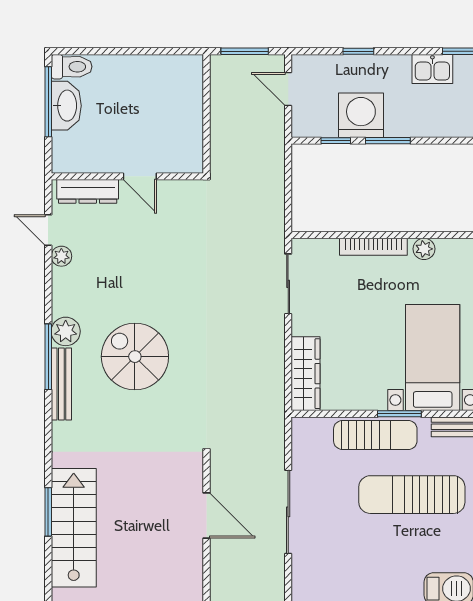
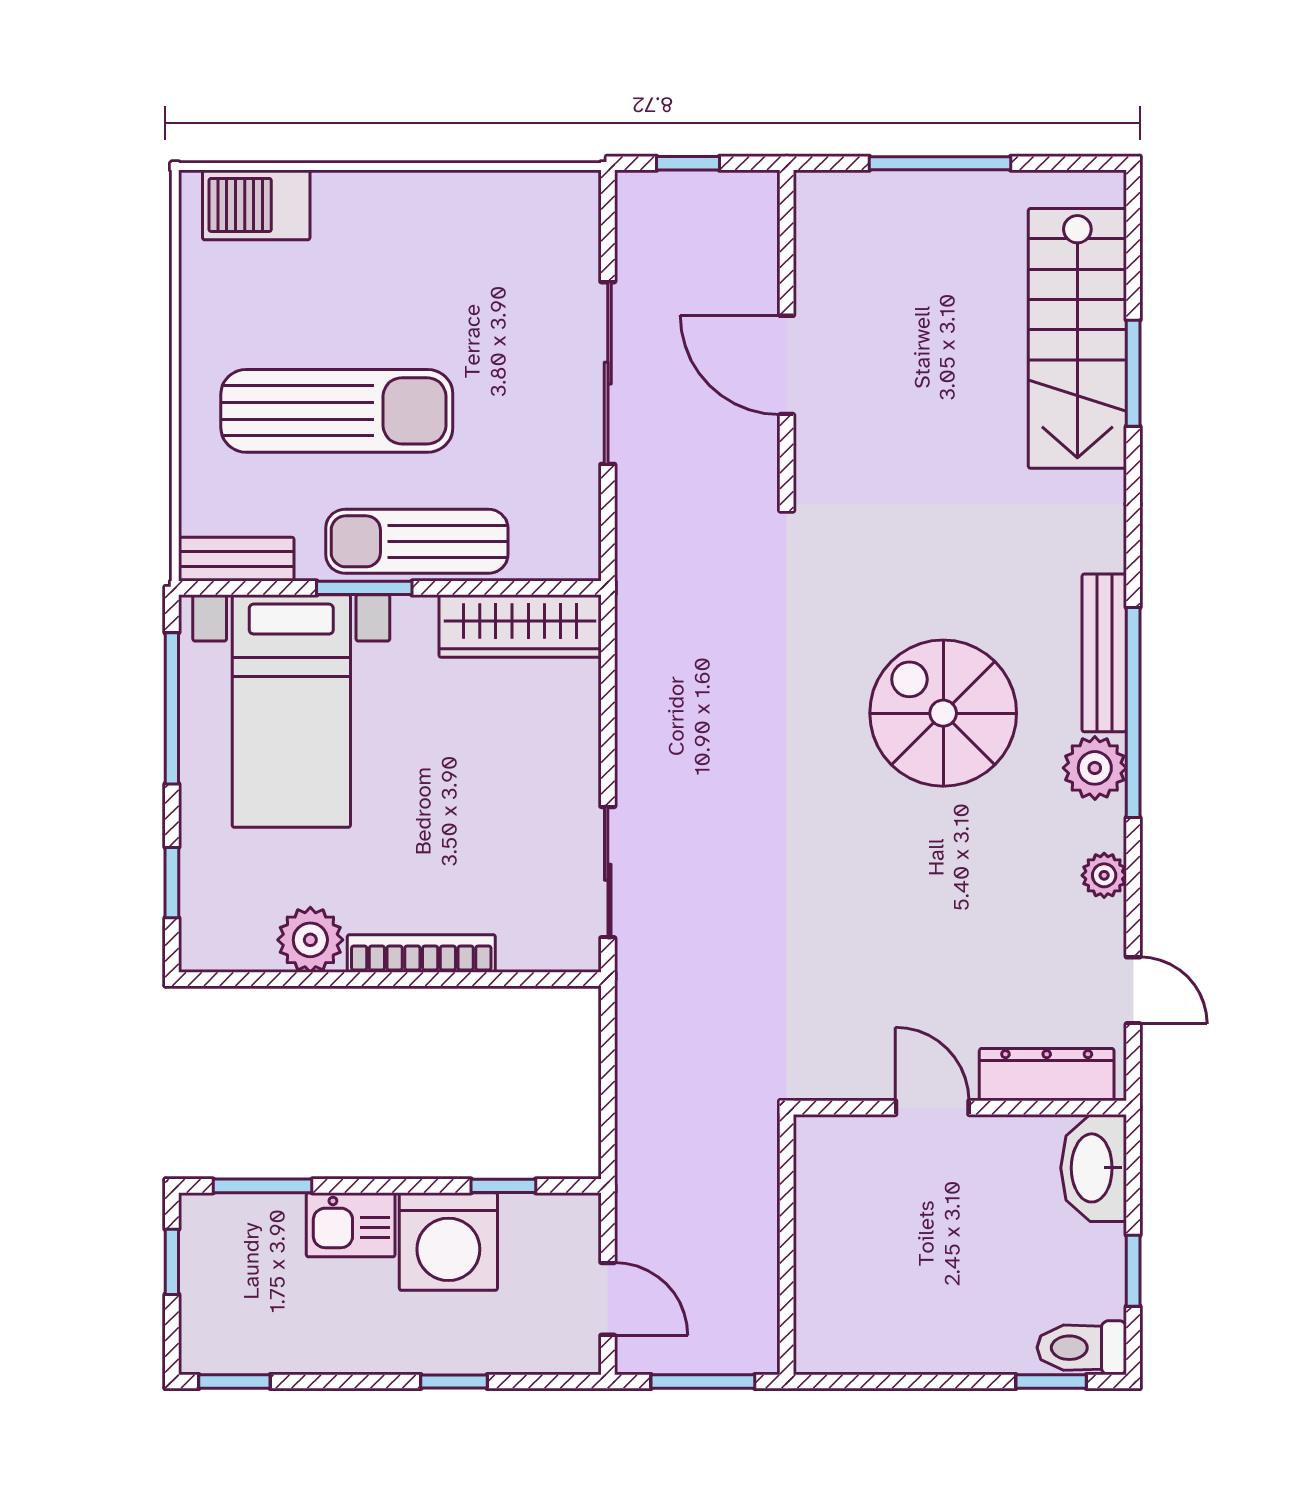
window: (86, 51) -> (1051, 1381), added
kitchen sink: (432, 69) -> (351, 1225), moved, turned 180
window: (48, 102) -> (1133, 1271), width x0.46
washbasin: (66, 106) -> (1094, 1168), moved
window: (388, 141) -> (263, 1186), moved
plant: (424, 249) -> (310, 940), width x1.38, depth x1.38
plant: (61, 256) -> (1104, 875), moved
window: (48, 357) -> (1133, 712), width x1.46
spiral stairs: (135, 357) -> (943, 713), turned 180
wardrobe: (305, 374) -> (520, 626), moved, turned -90

